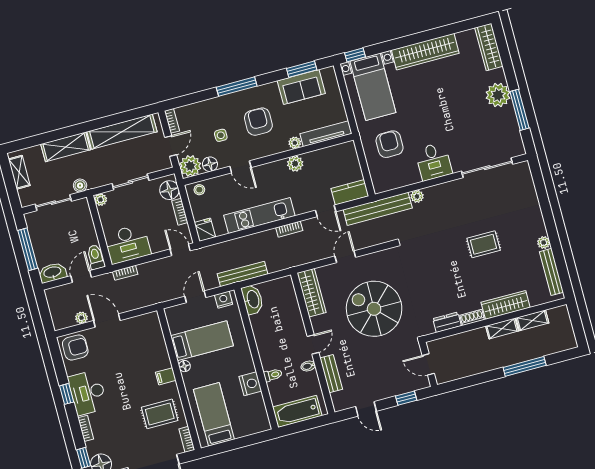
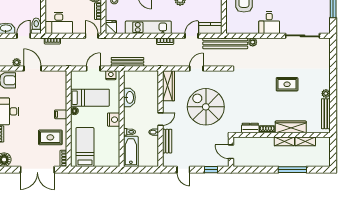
door: (326, 211) -> (192, 36), swing flipped
washbasin: (253, 299) -> (129, 97), moved
nightstand: (250, 384) -> (114, 120), moved
bathtub: (297, 411) -> (131, 151), moved, turned 90

